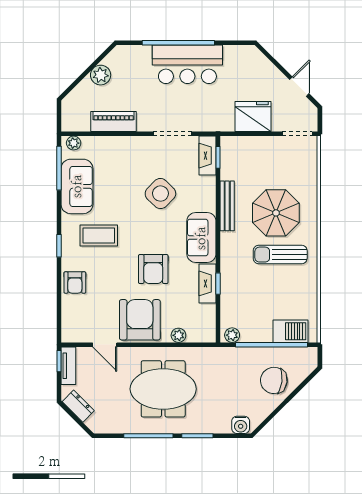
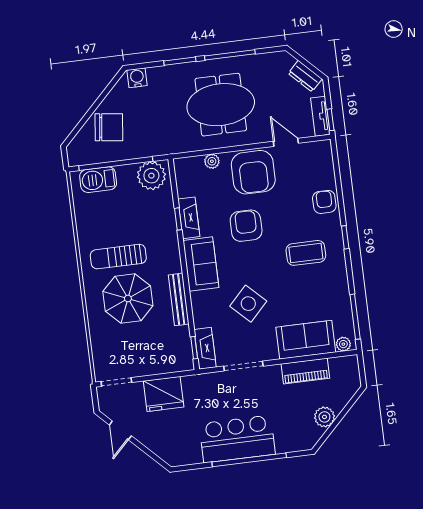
sofa: (77, 186) -> (306, 340), moved, turned 90
sun lounger: (280, 255) -> (118, 257), turned 180
plant: (232, 335) -> (151, 176), width x1.87, depth x1.87

